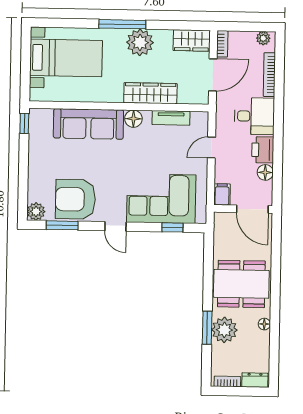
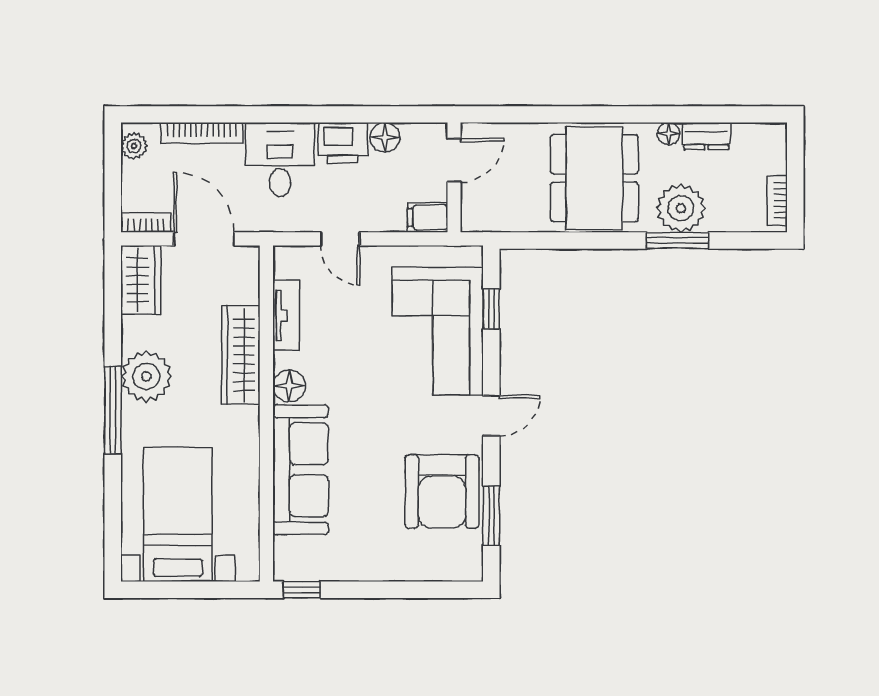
door: (252, 209) -> (454, 160), width x0.73
plant: (36, 211) -> (466, 565), removed
dresser: (255, 380) -> (706, 136), moved, turned -90

